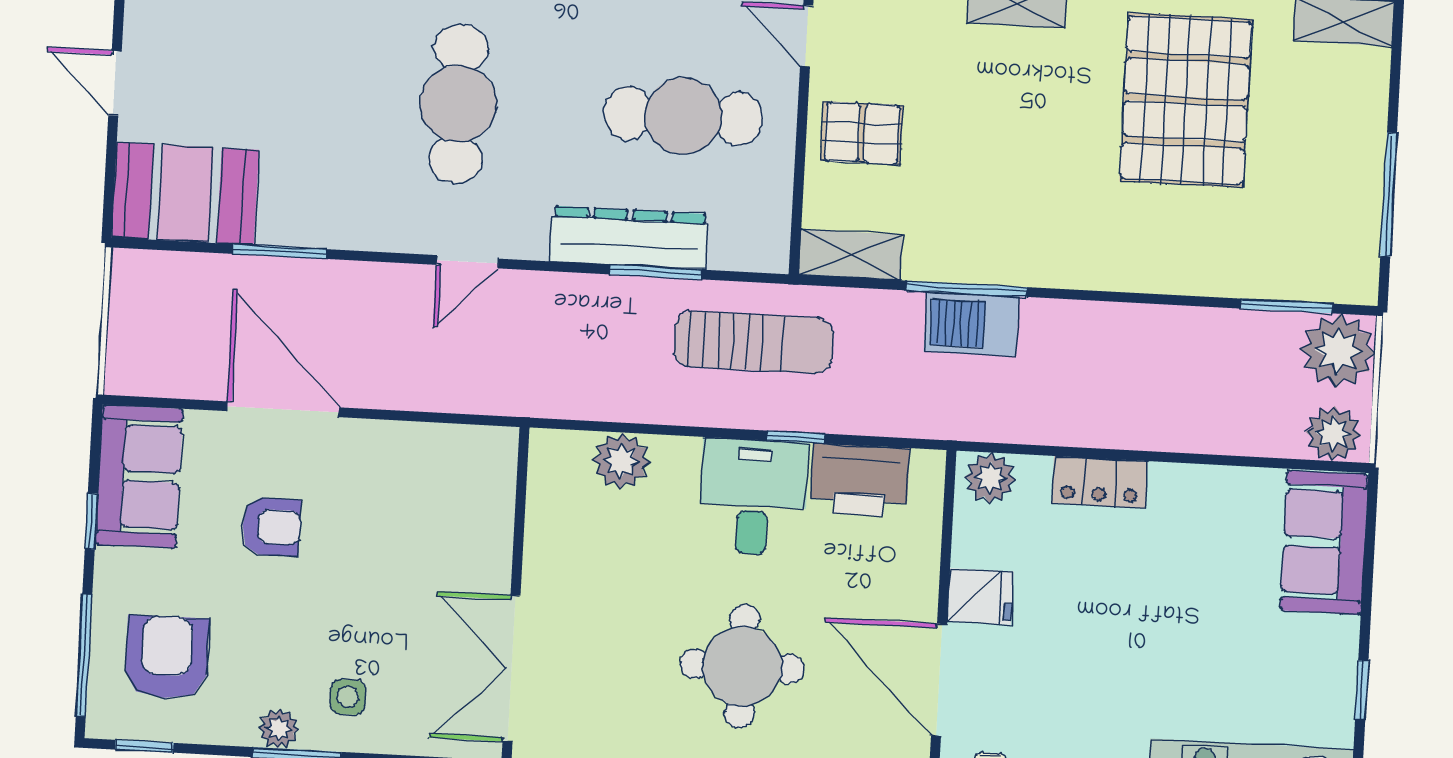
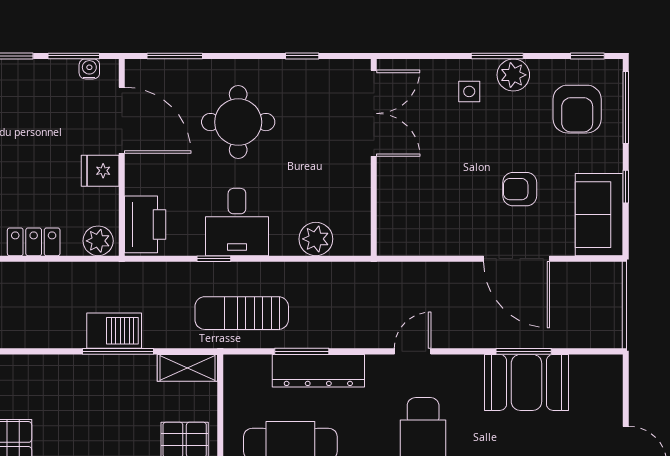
booth: (185, 194) -> (526, 382), moved
printer: (860, 480) -> (145, 224), moved, turned 90
plant: (279, 729) -> (513, 75), width x1.38, depth x1.38

